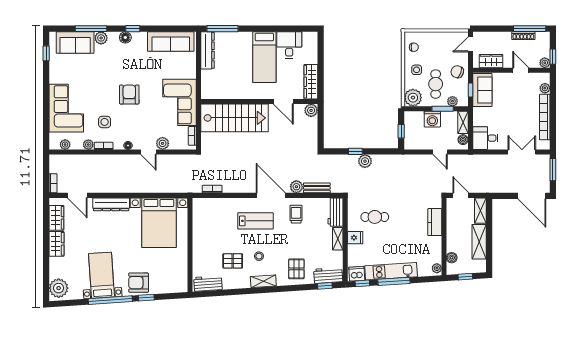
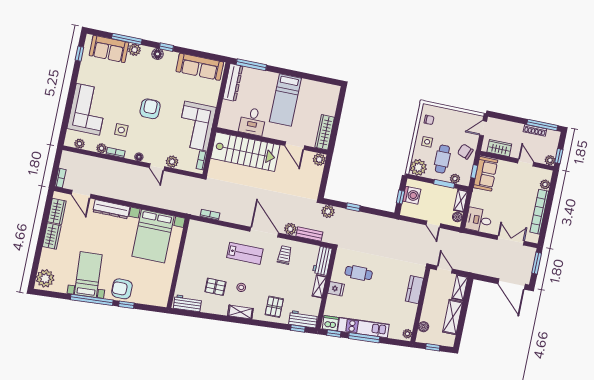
desk: (289, 45) -> (253, 121), moved, turned 180
washing machine: (432, 119) -> (412, 195), moved, turned -90
plant: (365, 161) -> (328, 211), moved

